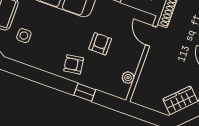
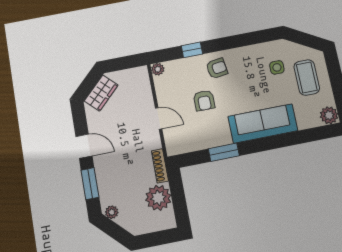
door: (151, 36) -> (159, 118), moved
plant: (128, 78) -> (158, 69), moved

